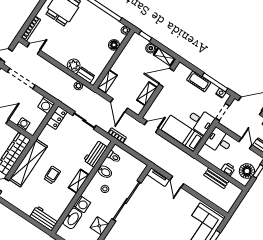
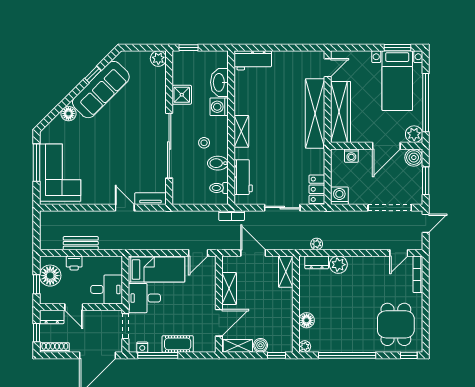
trolley: (52, 175) -> (277, 118), removed

